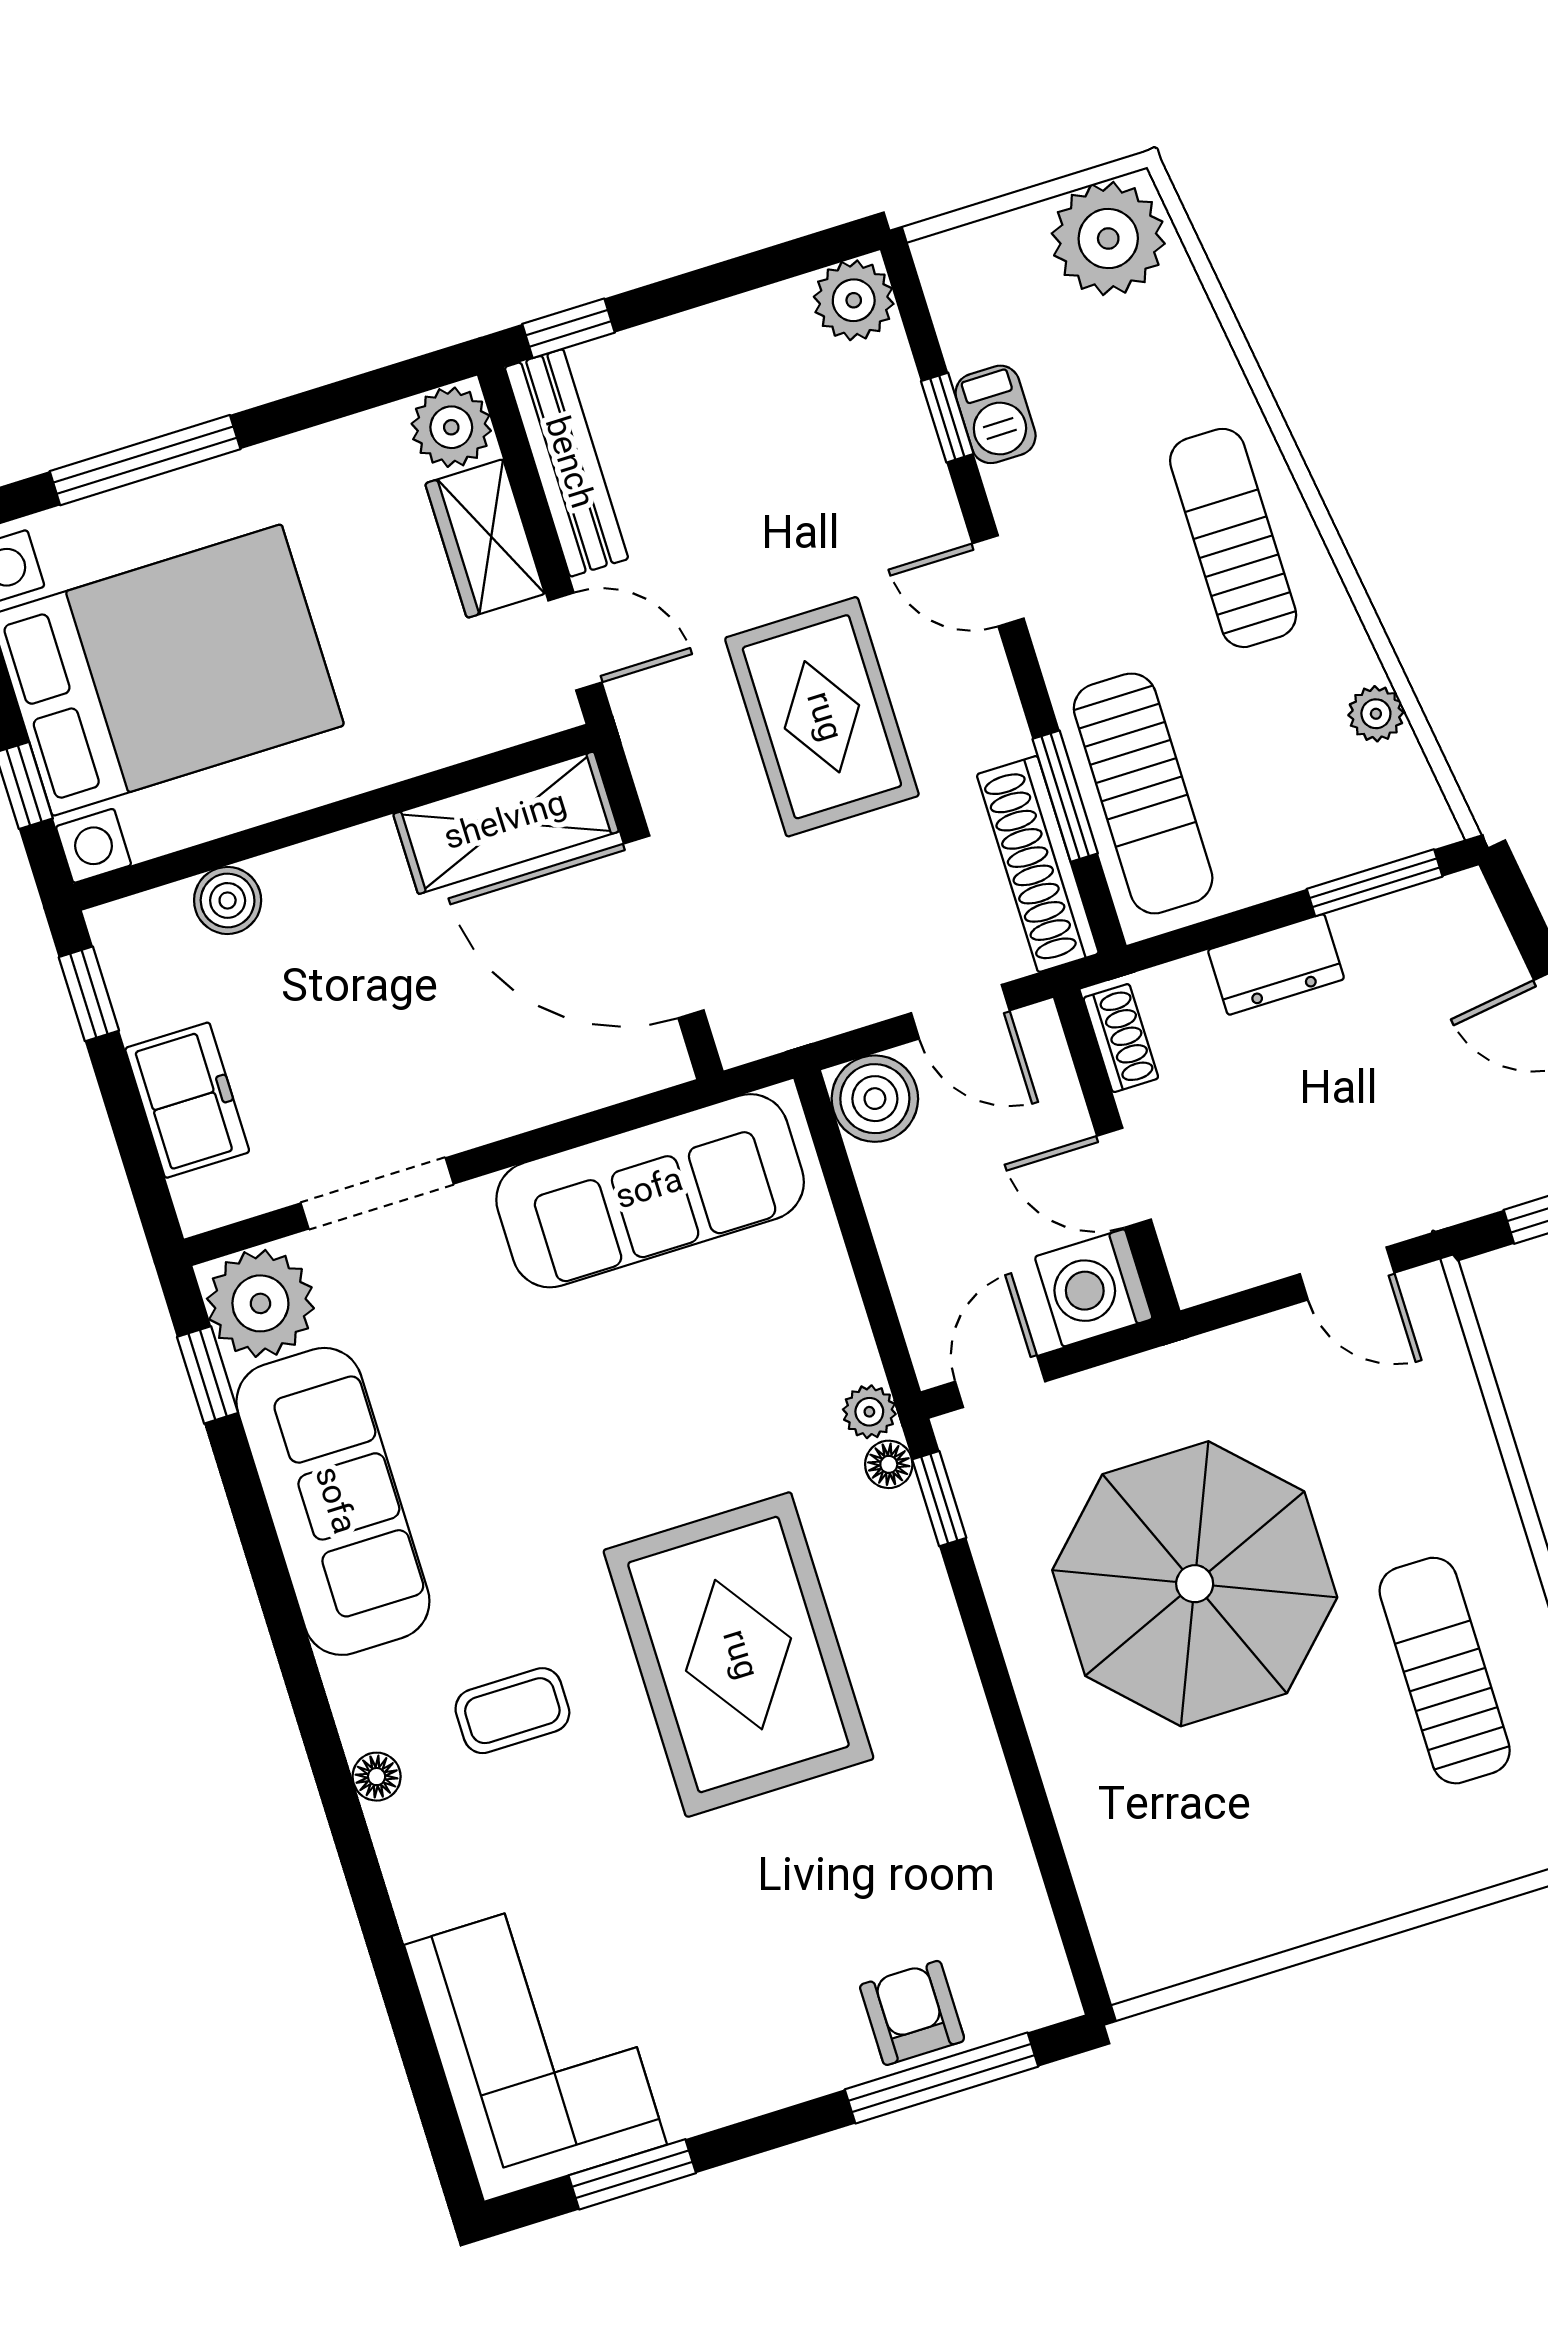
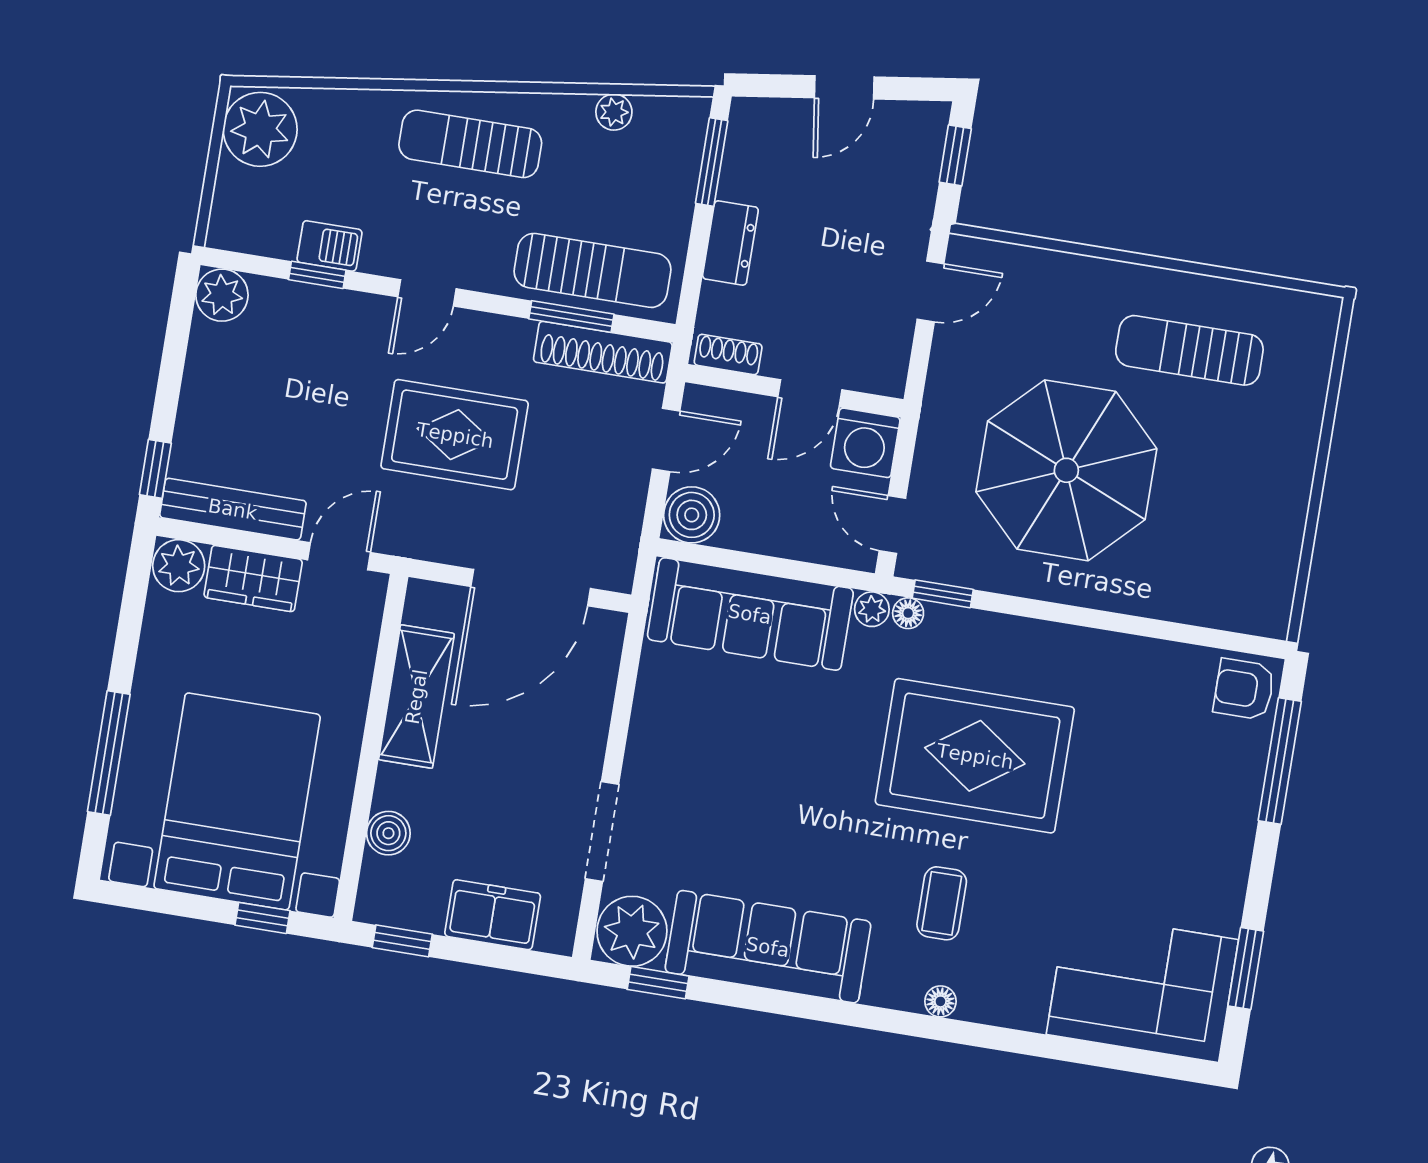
shelving: (506, 823) -> (416, 697), moved
sofa: (650, 1191) -> (750, 614), moved, turned 90
armchair: (912, 2013) -> (1244, 689), moved

